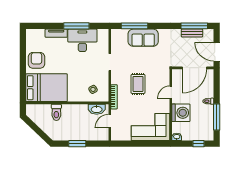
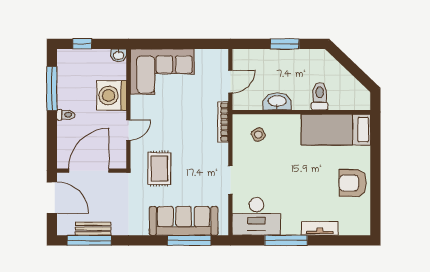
sofa: (143, 38) -> (184, 221), width x1.36
desk: (82, 40) -> (256, 216), moved
armchair: (36, 60) -> (353, 183), turned 90
rug: (138, 84) -> (159, 169), moved
bed: (47, 88) -> (336, 130), width x0.67
washbasin: (97, 109) -> (277, 101), moved

